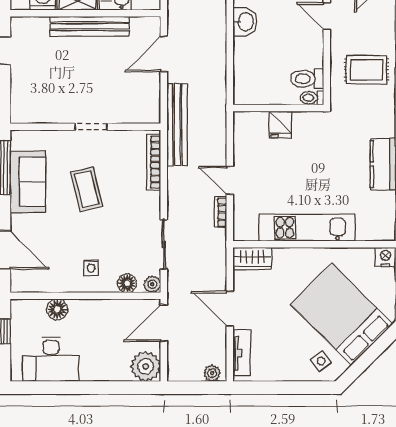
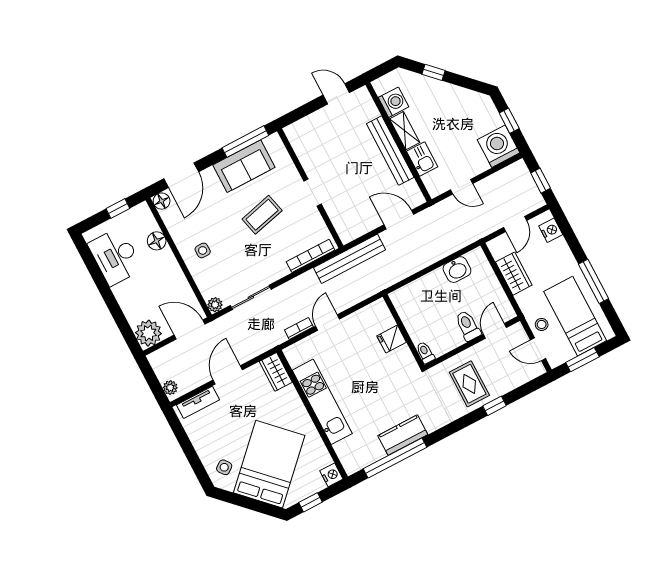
toilet: (307, 79) -> (468, 326), moved
floor lamp: (127, 283) -> (162, 201), moved

